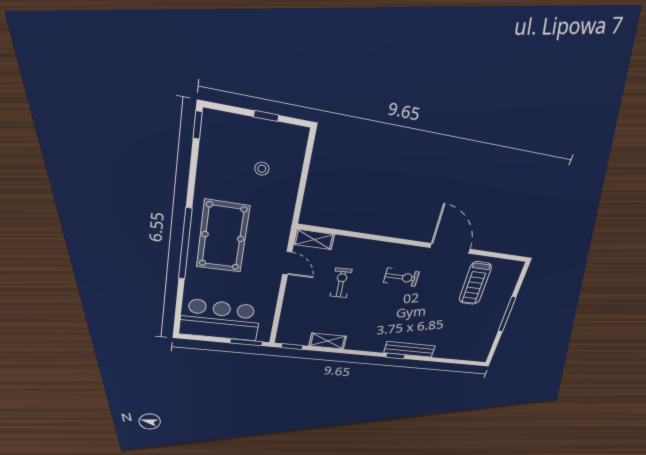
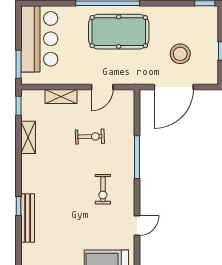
stool: (262, 169) -> (180, 54), width x1.89, depth x1.89
door: (303, 184) -> (174, 87), added
window: (376, 238) -> (137, 157), added
shelving: (314, 239) -> (61, 96), moved, turned 90
door: (450, 248) -> (137, 226), width x0.53

